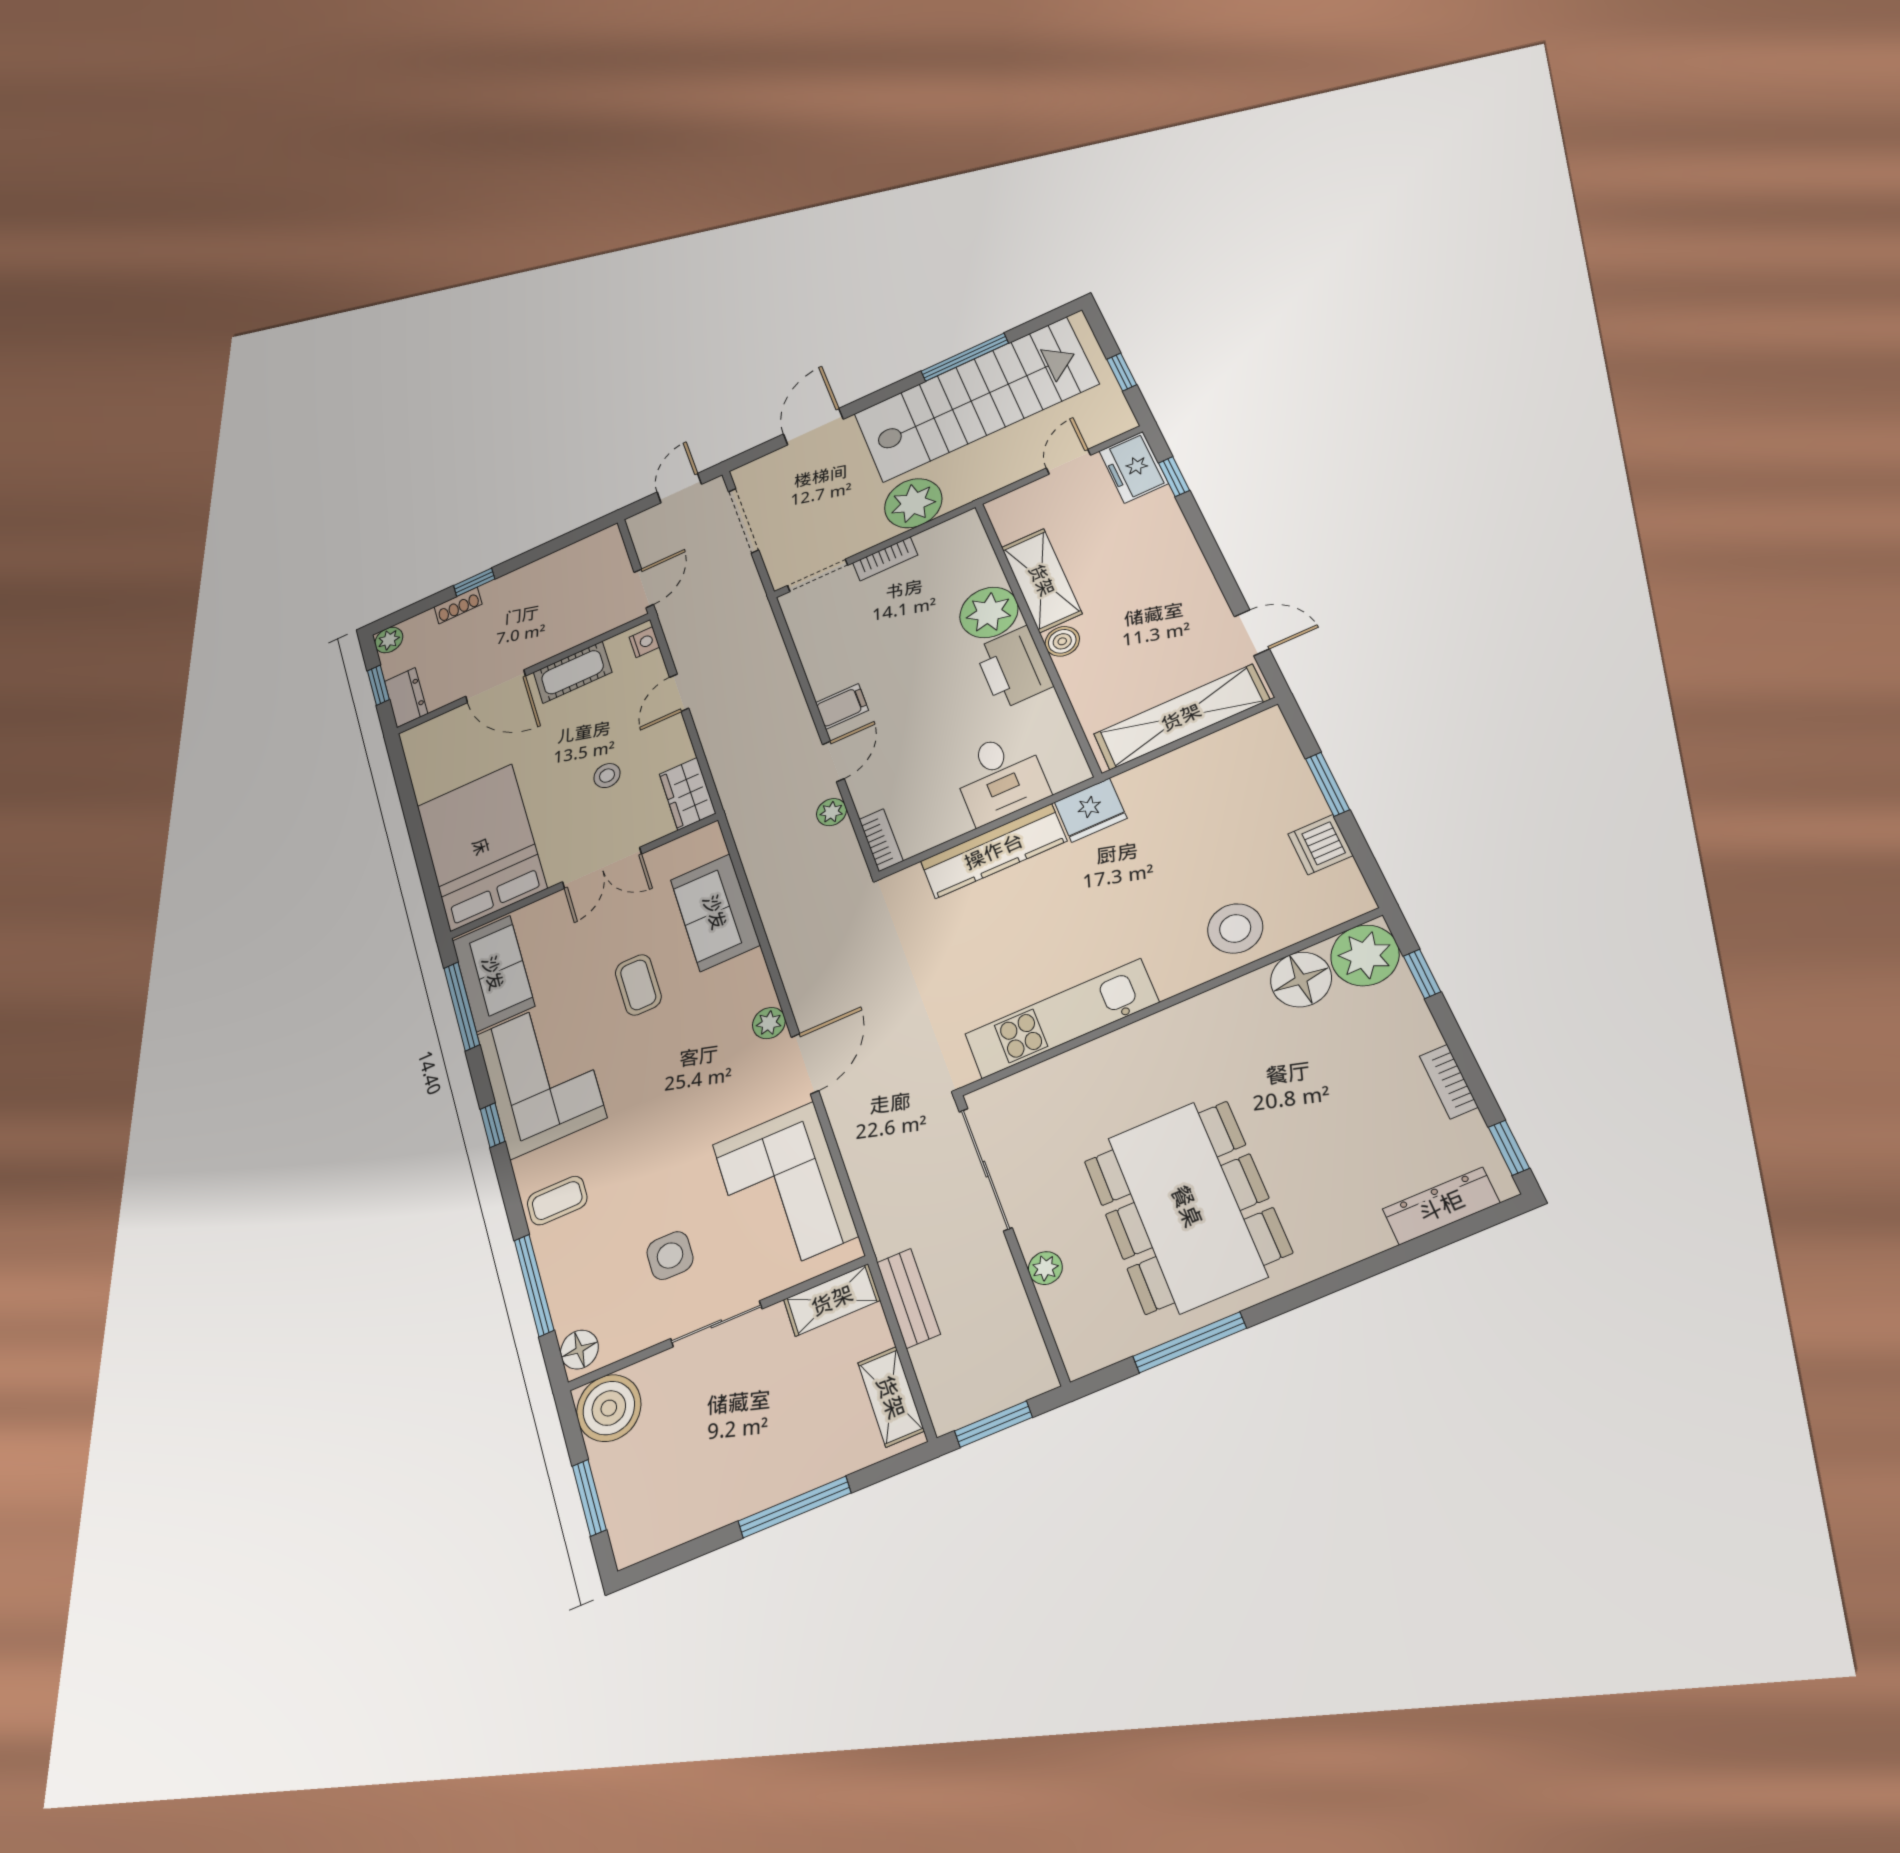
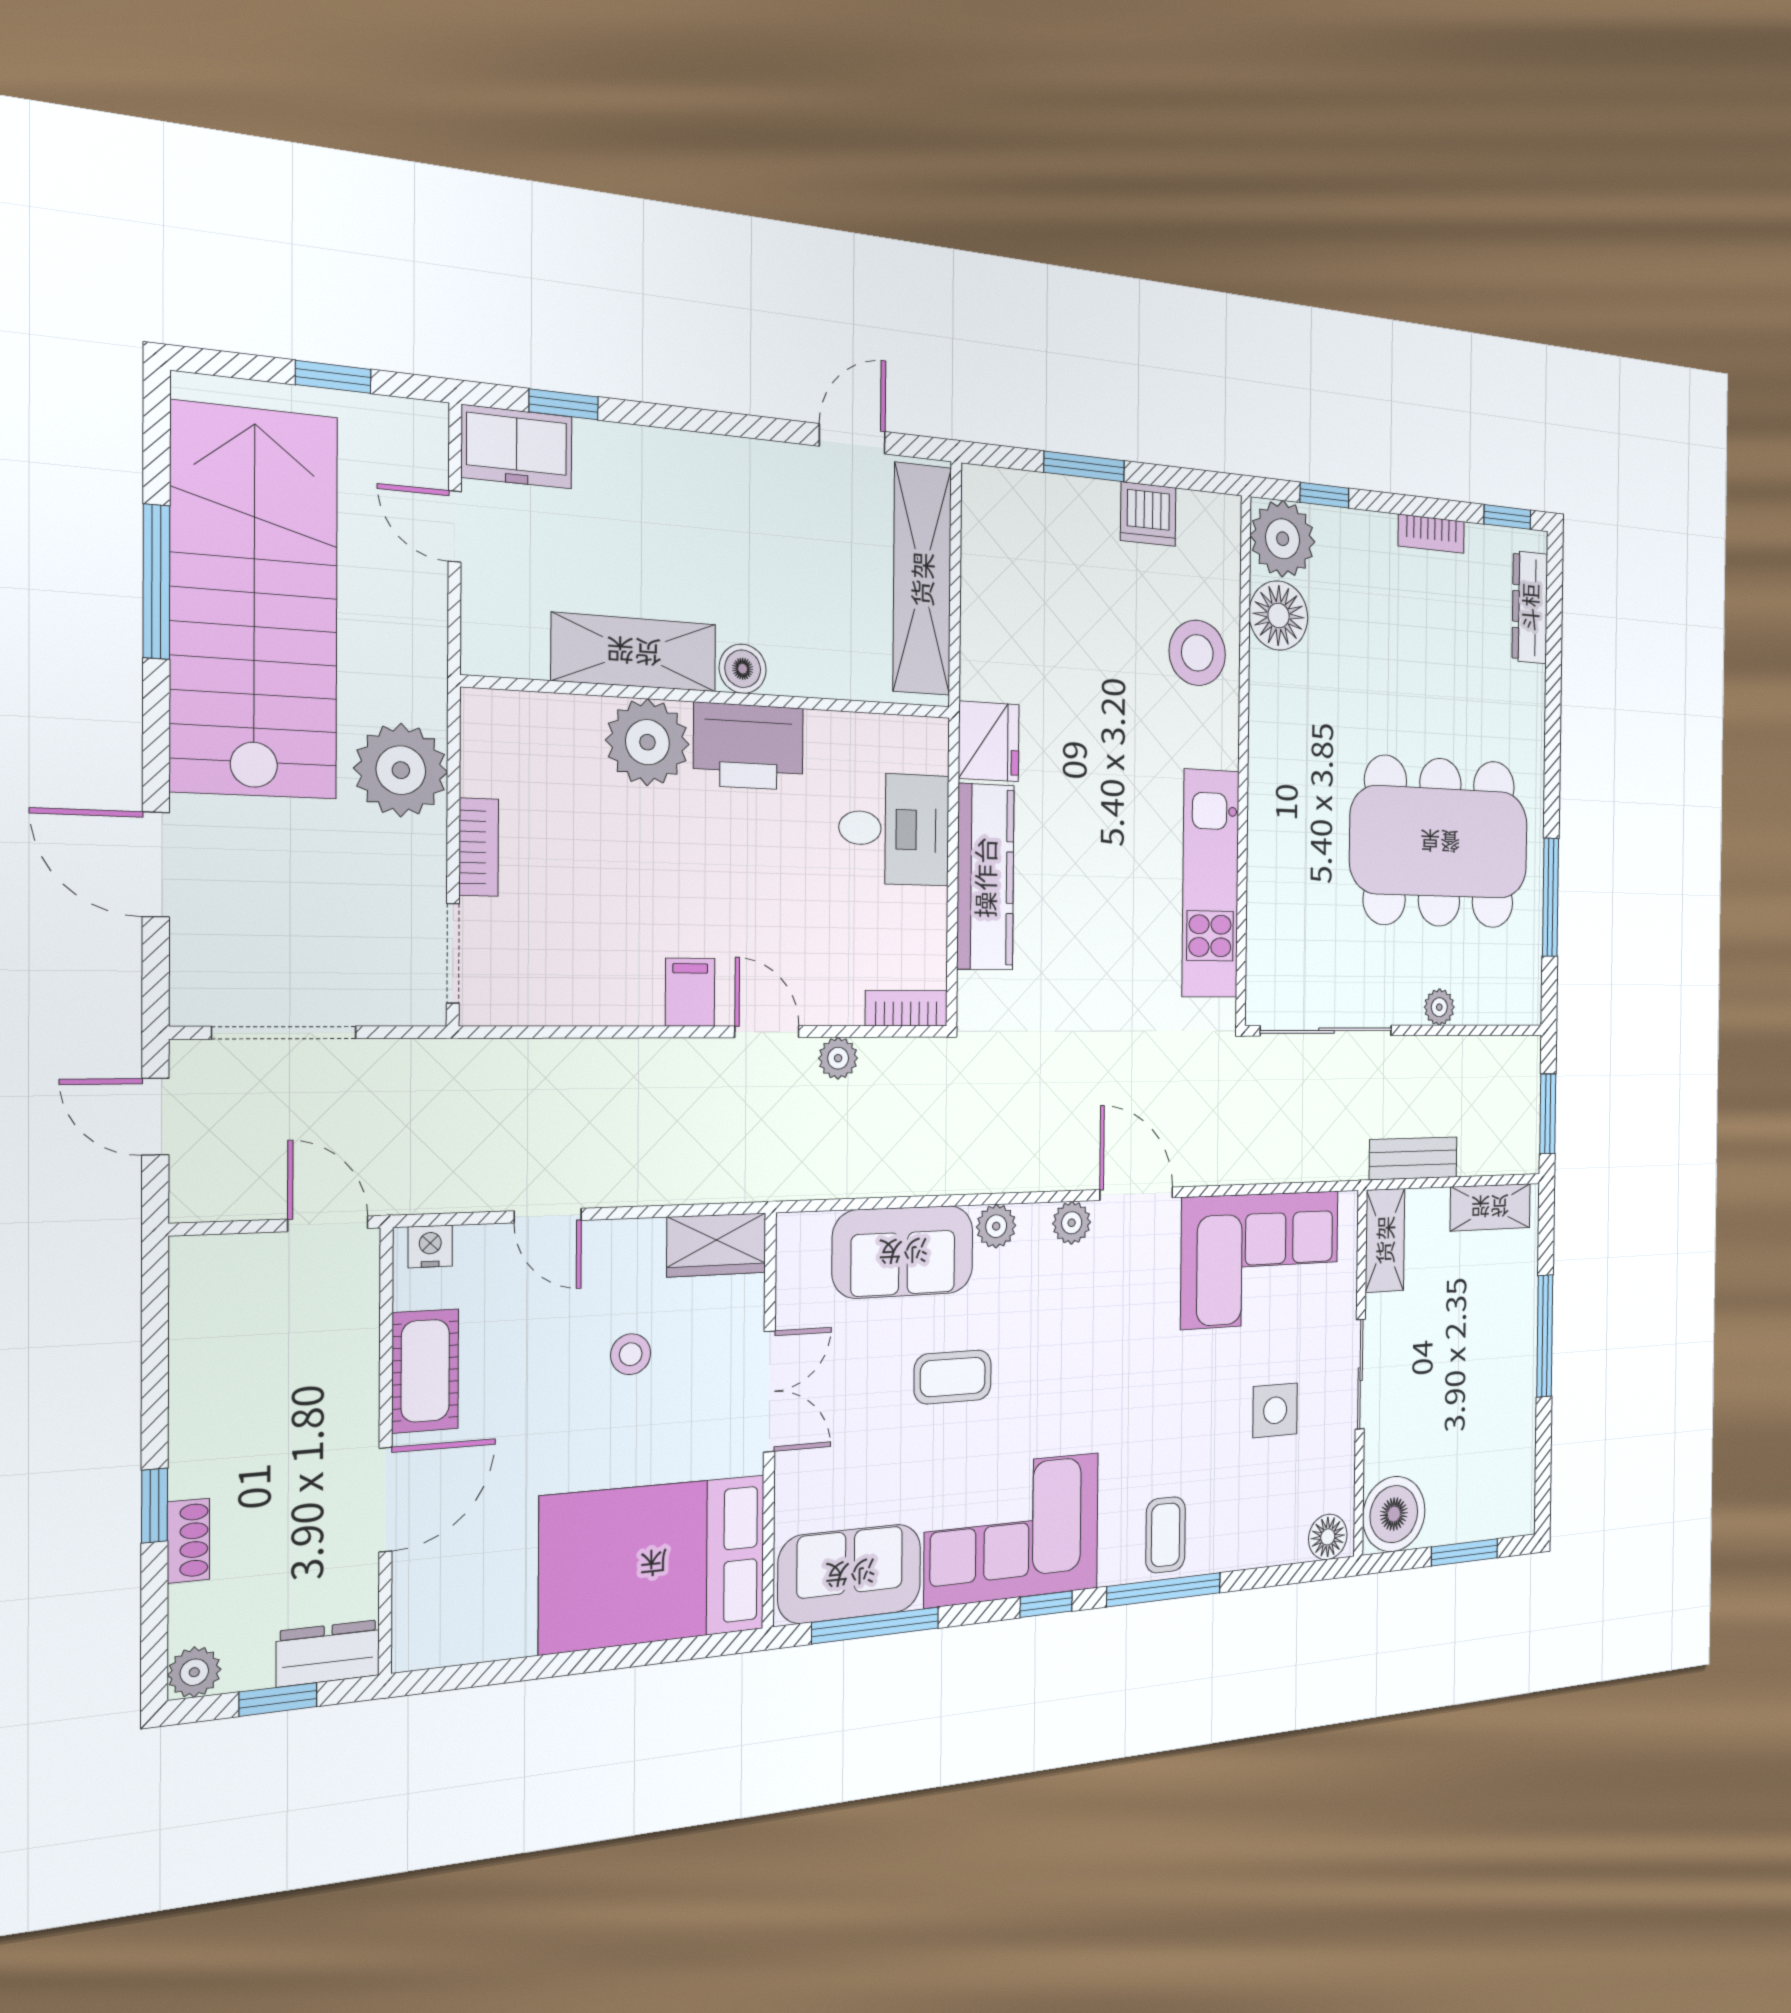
plant: (751, 969) -> (996, 1226), added
window: (534, 1285) -> (1164, 1590), moved

